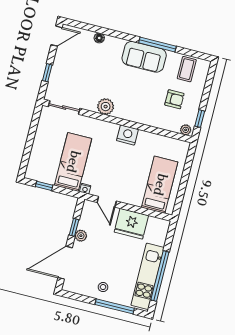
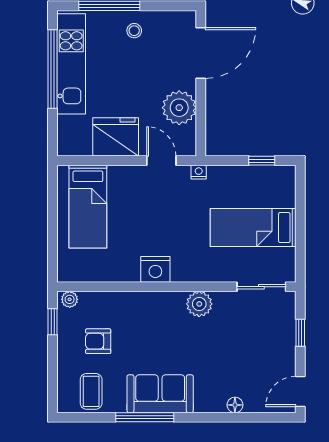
bed: (73, 162) -> (253, 228), moved, turned 90
window: (74, 227) -> (201, 110), removed
plant: (81, 236) -> (179, 108), width x1.88, depth x1.88

